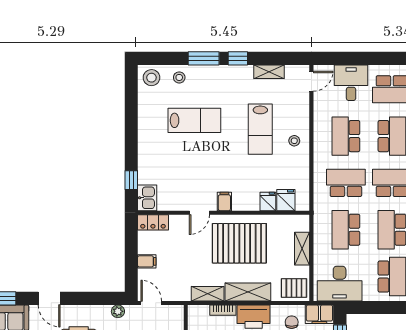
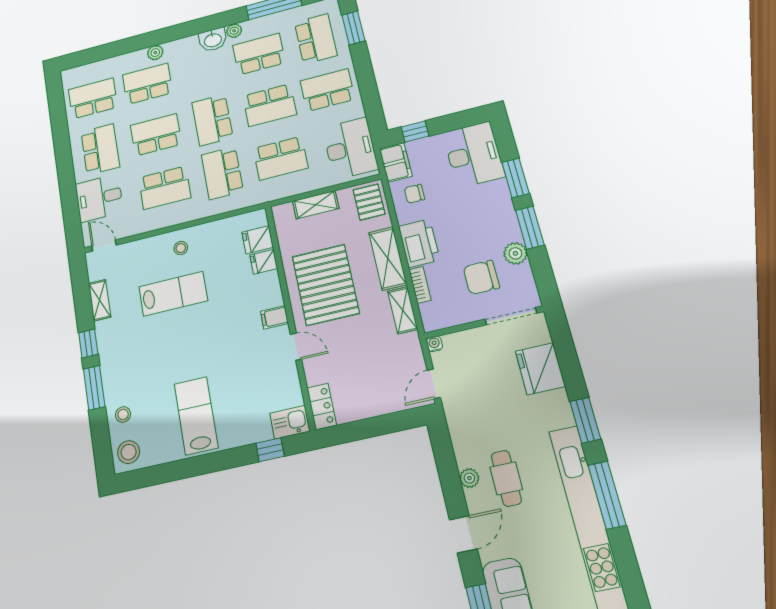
lab bench: (194, 120) -> (196, 416), moved
filing cabinet: (147, 261) -> (377, 403), removed
water cooler: (179, 310) -> (434, 344), added
plant: (118, 311) -> (469, 478), moved

